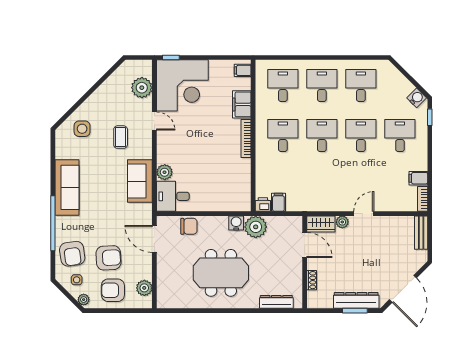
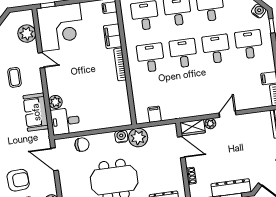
printer: (263, 204) -> (142, 118), removed

